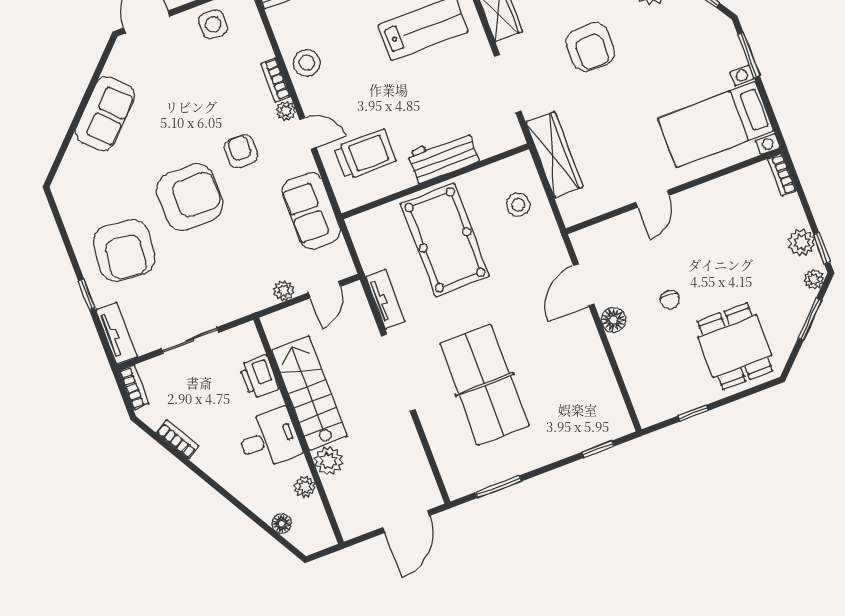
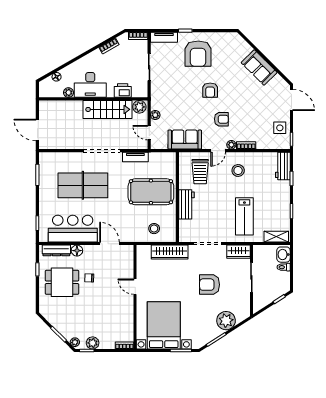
stool: (307, 63) -> (238, 171), moved
bed with nightstands: (716, 124) -> (164, 325), width x1.36
armchair: (190, 197) -> (210, 90), width x0.53, depth x0.53
armchair: (124, 250) -> (198, 54), turned -96
floor lamp: (613, 320) -> (77, 251), moved
dining table: (735, 346) -> (62, 282), moved
bar counter: (582, 372) -> (73, 229), added
dresser: (639, 389) -> (56, 250), added
desk: (269, 439) -> (90, 85), width x1.37
plant: (328, 461) -> (139, 107), moved

